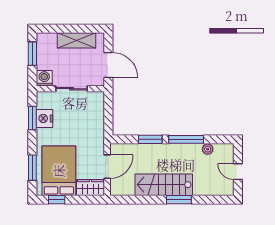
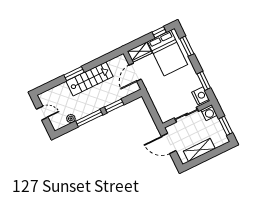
nightstand: (44, 118) -> (200, 96), moved

